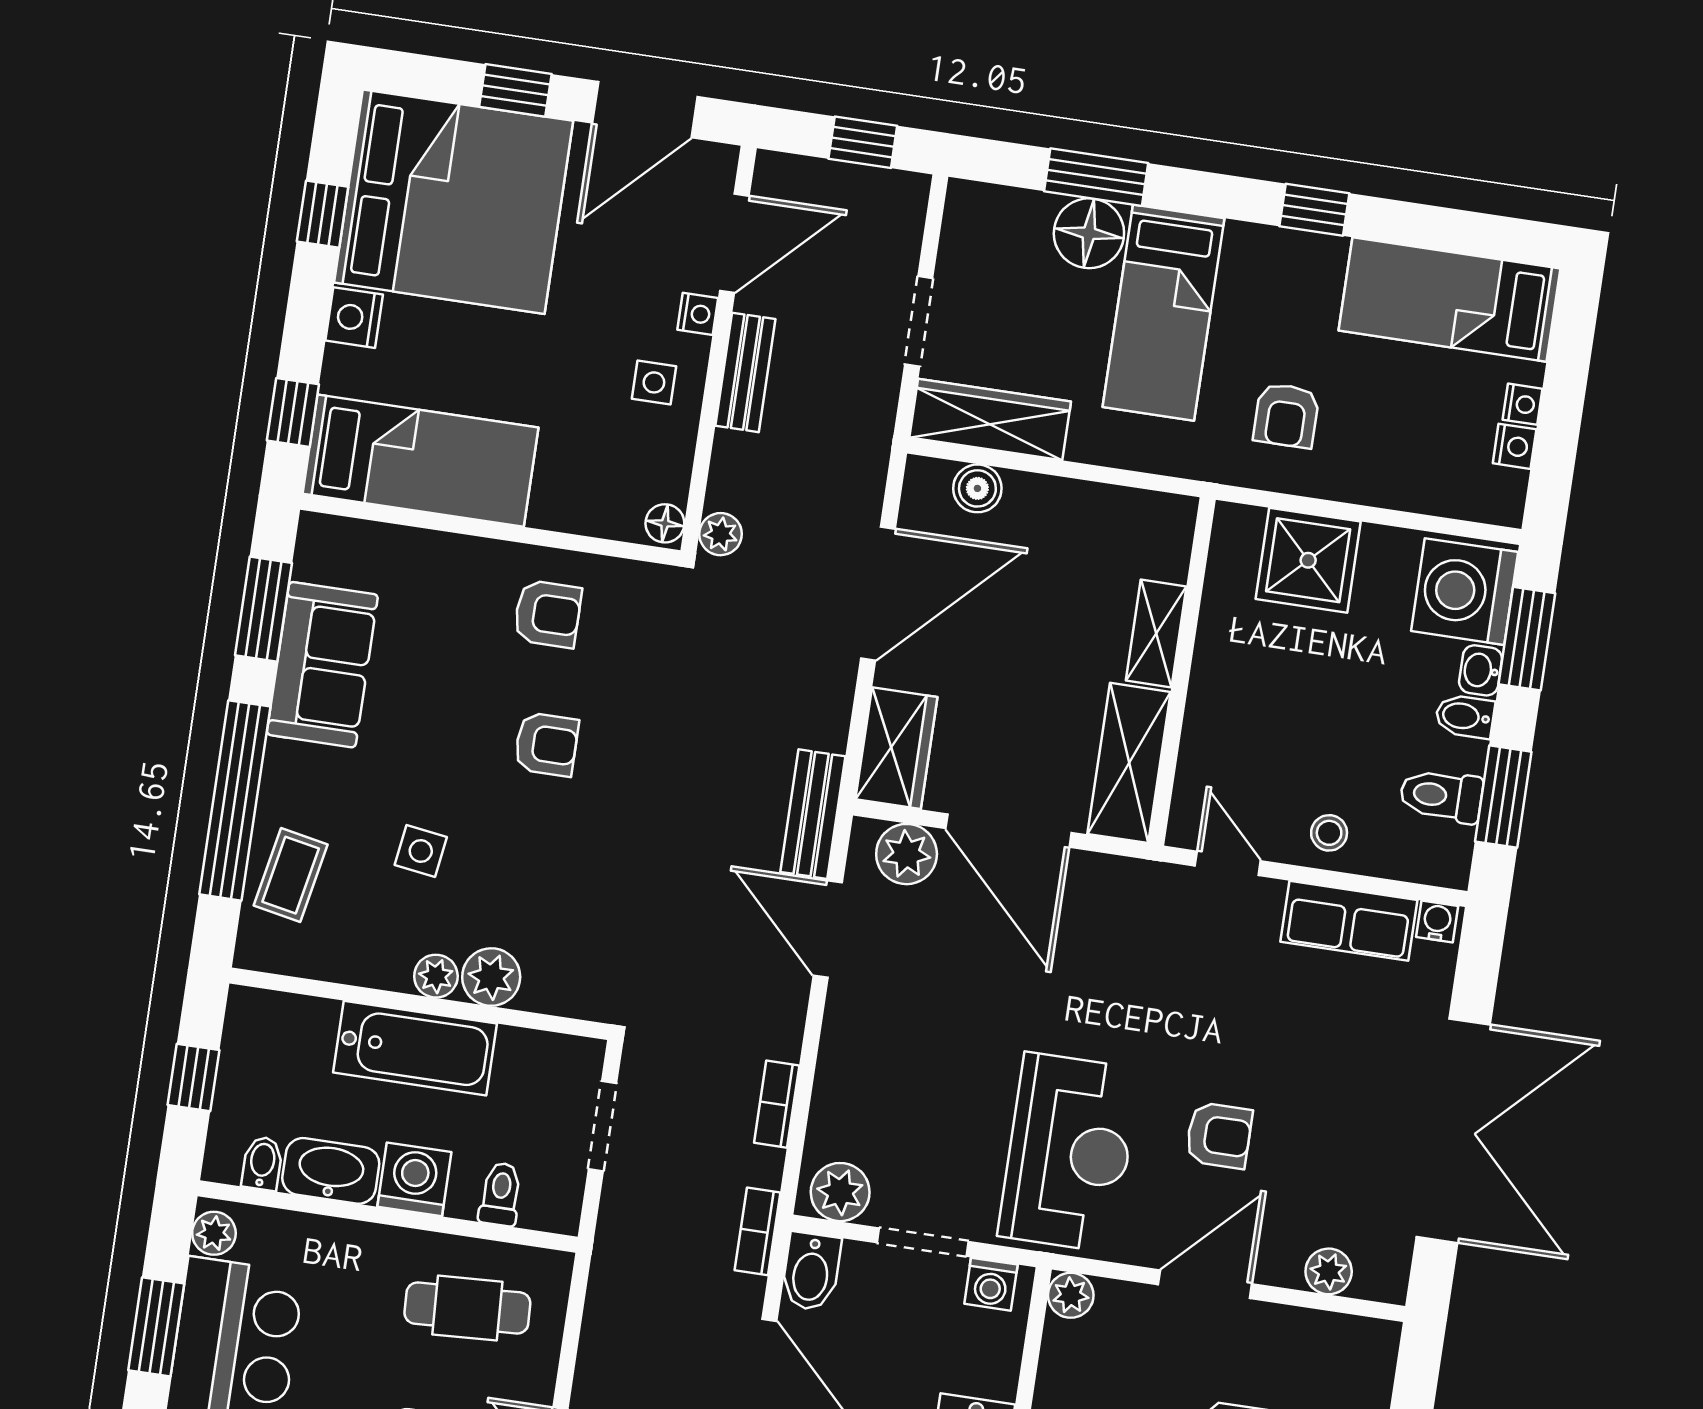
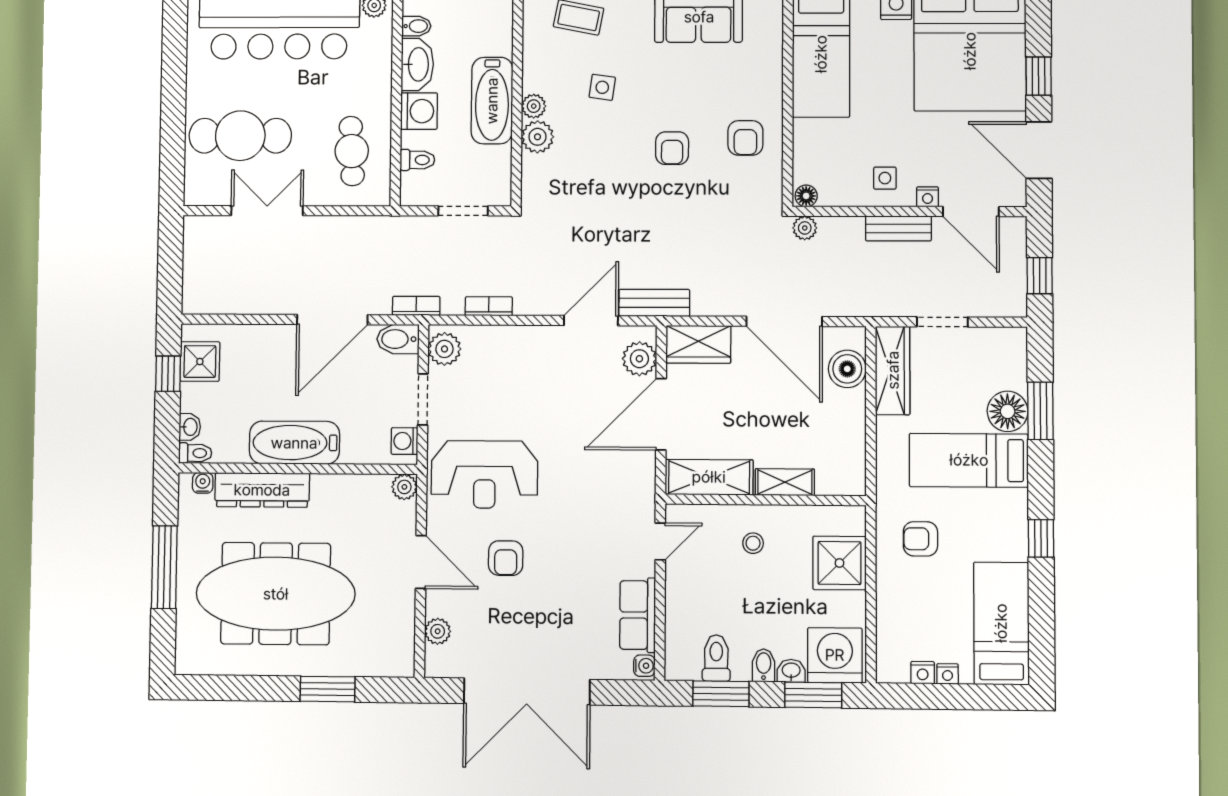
boiler: (977, 488) -> (847, 369), width x1.36, depth x1.36
stool: (1329, 833) -> (753, 543), moved

